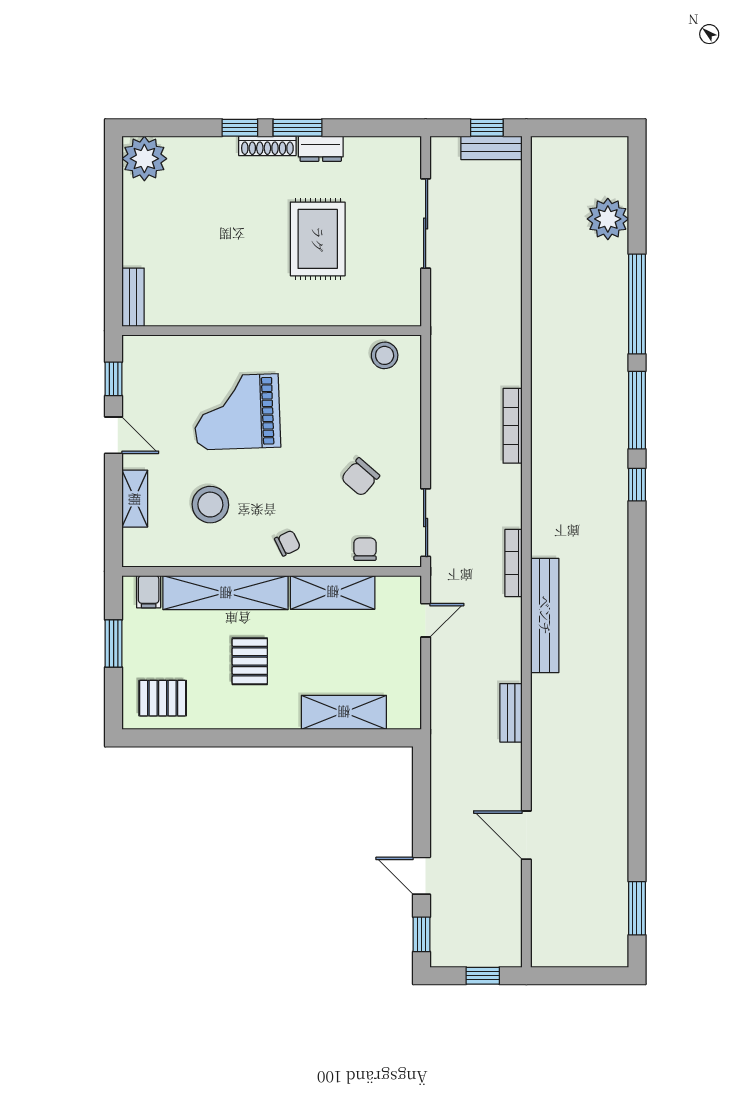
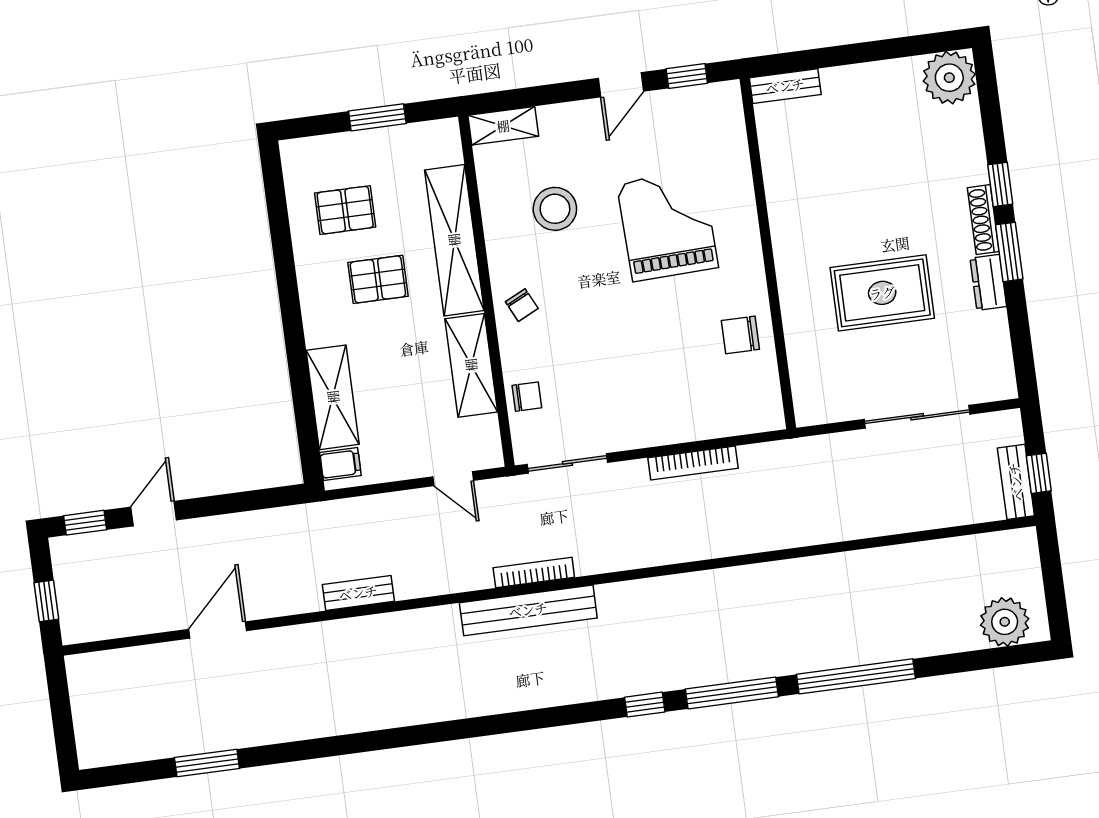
plant: (608, 219) -> (1005, 622), moved
stool: (385, 355) -> (757, 389), removed
bookcase: (513, 426) -> (693, 463), moved, turned 180
chair: (360, 477) -> (740, 335), moved, turned -41
shelving: (135, 499) -> (503, 126), moved
filing cabinet: (149, 592) -> (340, 464), moved, turned 180
bench: (545, 615) -> (528, 610), moved
pallet: (163, 698) -> (345, 210), moved, turned 90
window: (637, 908) -> (207, 763), moved

